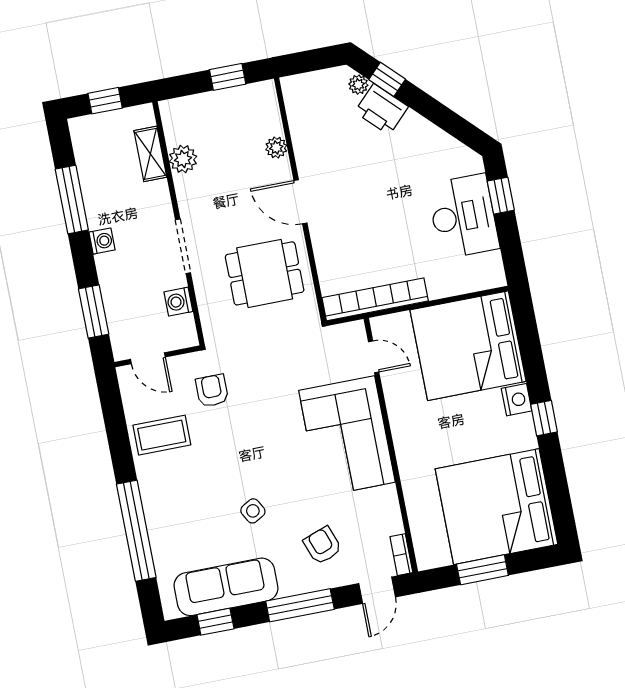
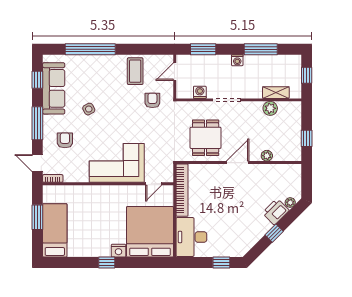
window: (387, 79) -> (274, 233), moved
desk: (463, 216) -> (191, 237), moved, turned 90
armchair: (212, 391) -> (152, 100), turned -90
bed: (496, 507) -> (55, 230), width x0.49
armchair: (323, 545) -> (65, 140), turned -70

